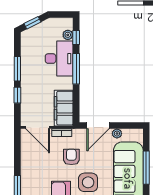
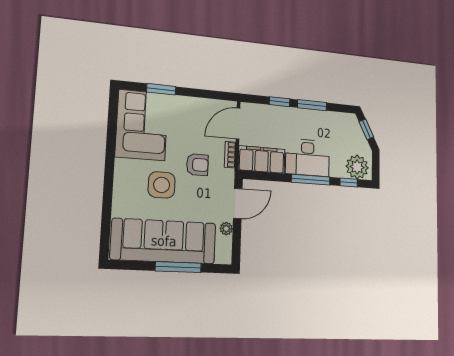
plant: (68, 35) -> (357, 167), width x1.87, depth x1.87
desk: (59, 59) -> (307, 157), moved
door: (98, 125) -> (238, 203), swing flipped

